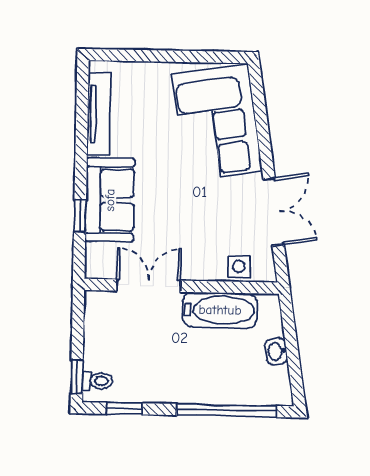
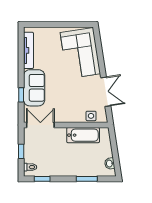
double door: (149, 286) -> (40, 125), moved
washbasin: (276, 351) -> (110, 163), moved
window: (77, 377) -> (21, 151), moved
window: (226, 410) -> (87, 179), width x0.47

